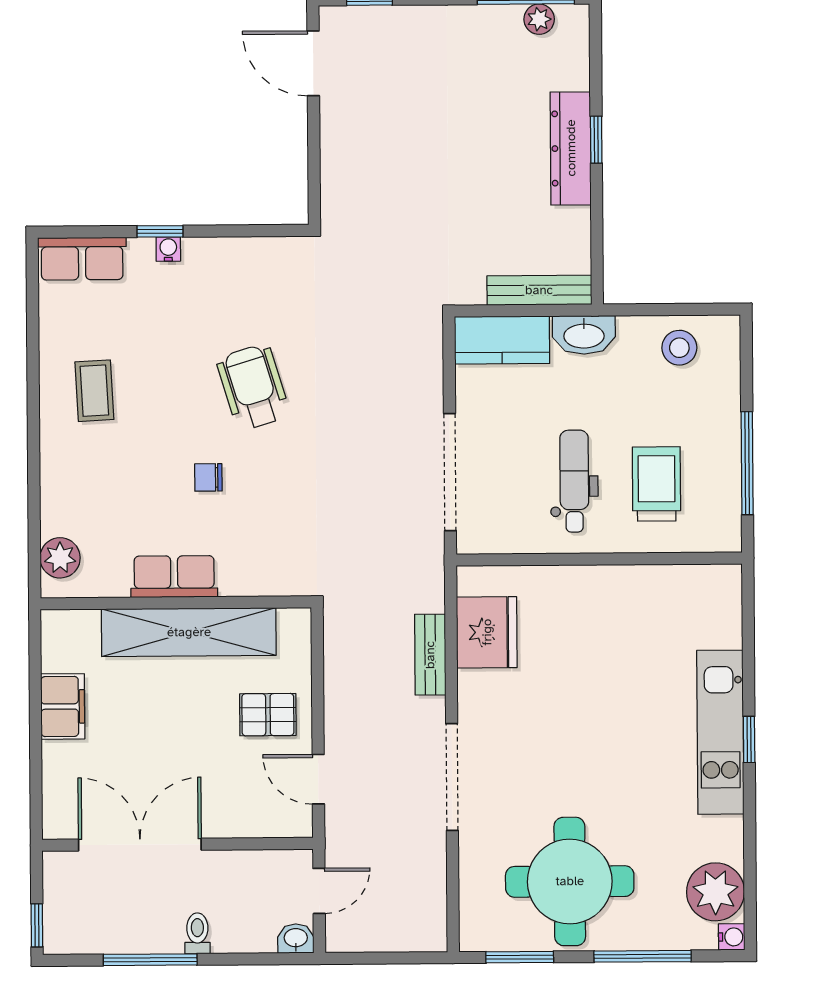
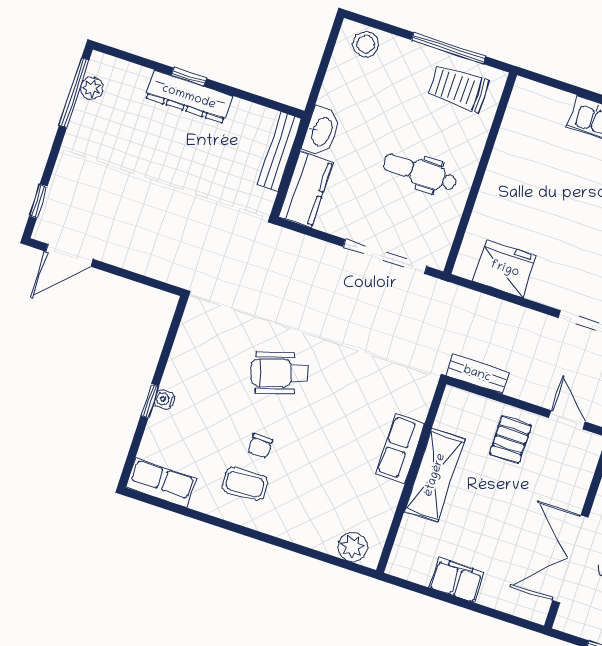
row of seats: (82, 259) -> (161, 483), moved, turned -90
stool: (679, 348) -> (366, 44), moved
chair: (208, 477) -> (260, 446), moved
trolley: (657, 484) -> (458, 88), moved
row of seats: (174, 577) -> (400, 448), moved
shelving: (189, 632) -> (435, 475), width x0.68
bench: (430, 655) -> (477, 374), moved
door: (318, 779) -> (567, 420), swing flipped

